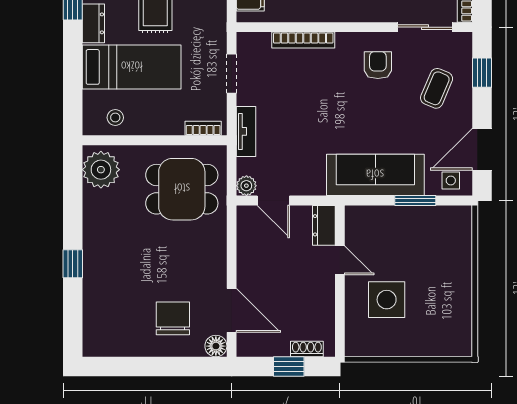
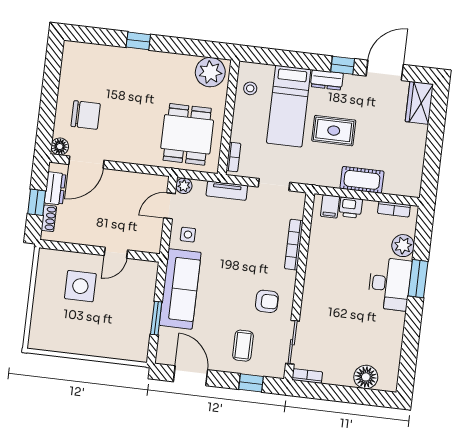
coffee table: (437, 88) -> (243, 346), turned 67
side table: (451, 181) -> (188, 235), moved
dresser: (324, 225) -> (55, 188), moved, turned 90

